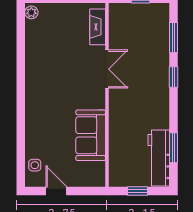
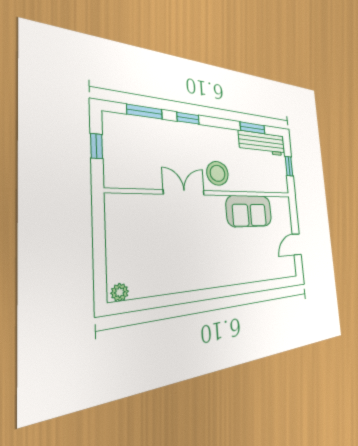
fireplace: (98, 27) -> (136, 203), removed
stool: (125, 103) -> (218, 173), added
side table: (35, 165) -> (279, 268), removed

